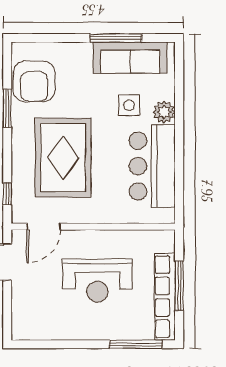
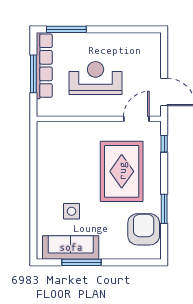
plant: (164, 112) -> (45, 206), removed
bar counter: (152, 166) -> (54, 165), removed

